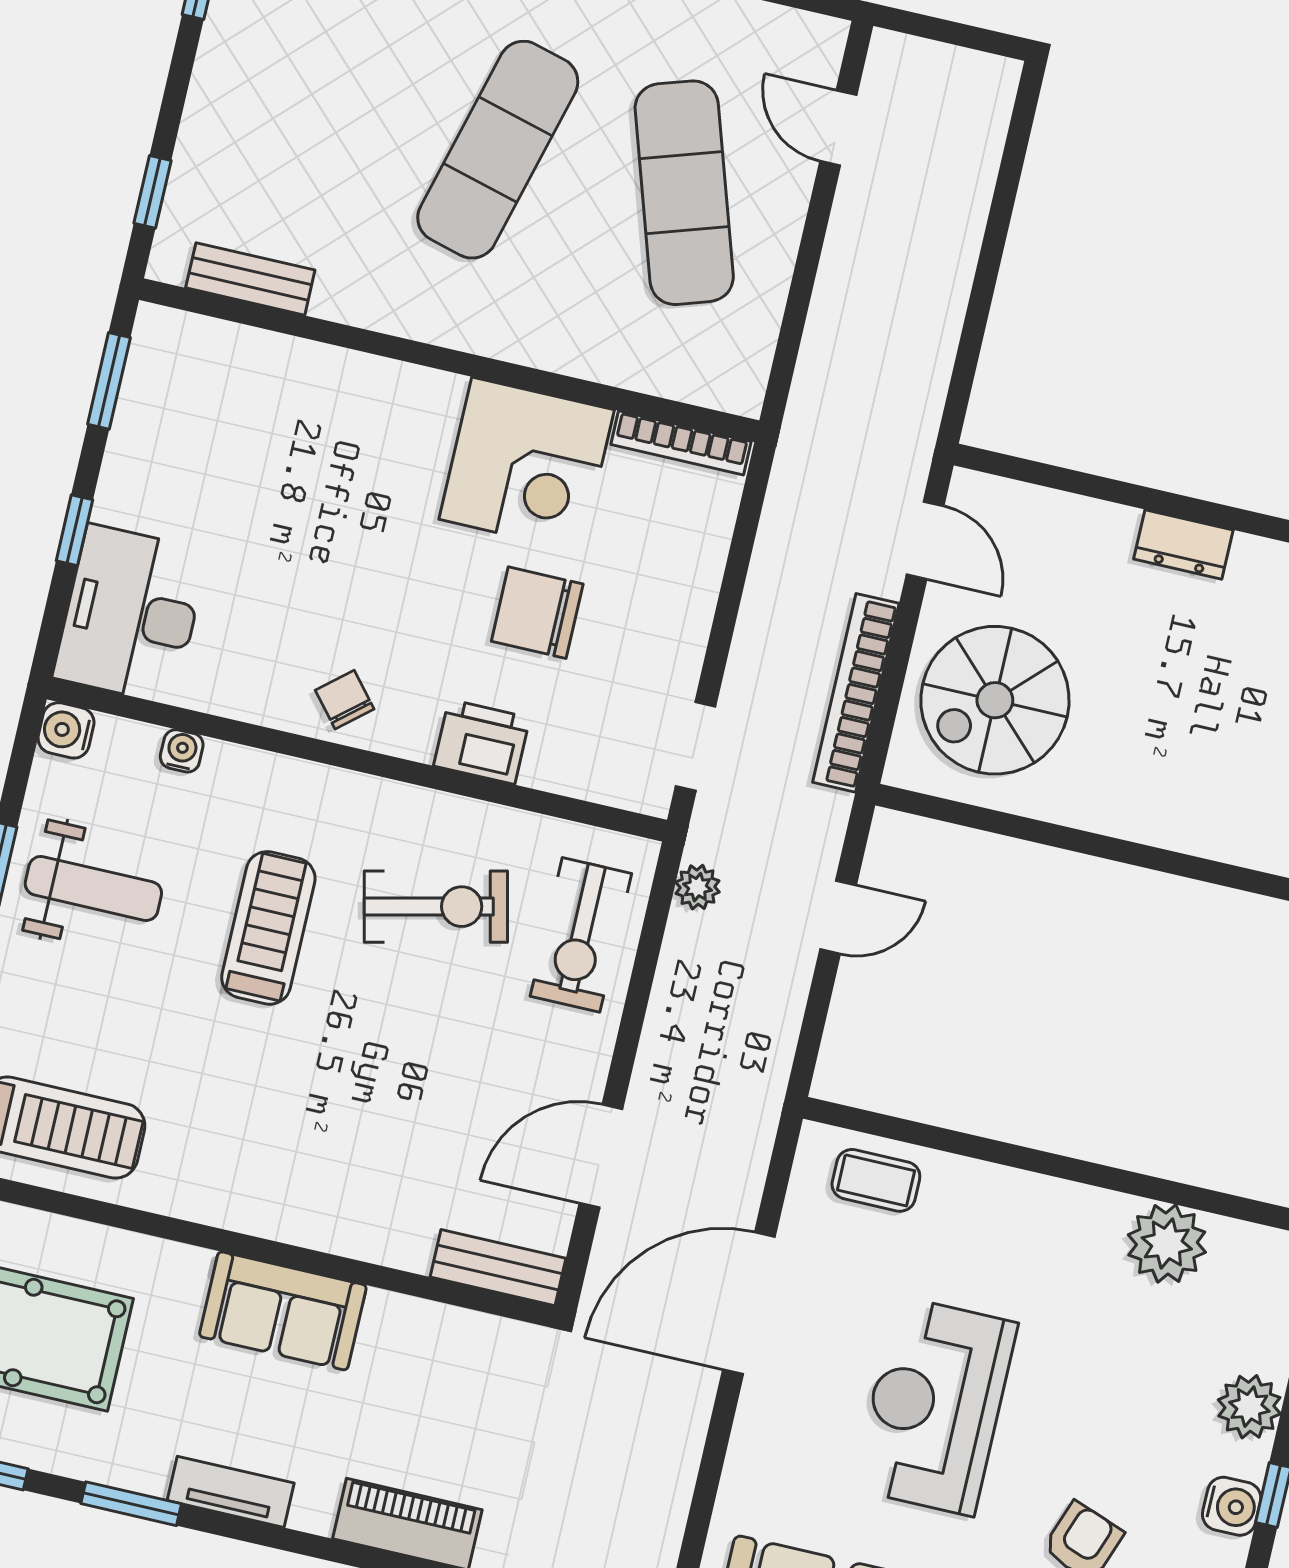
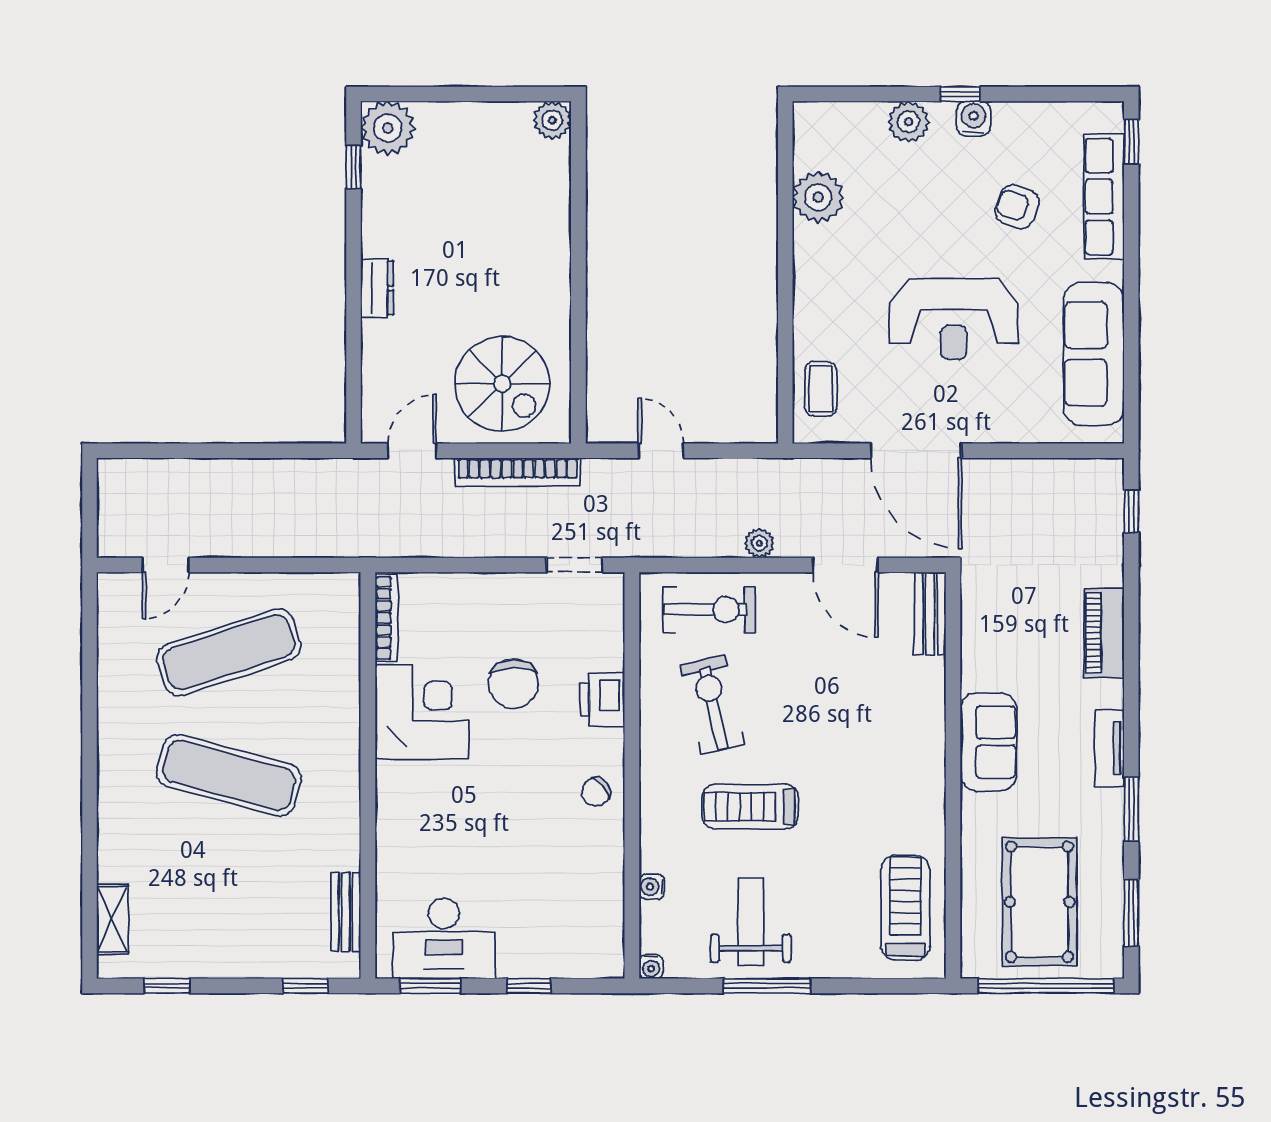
desk: (131, 614) -> (444, 938), moved
water cooler: (66, 730) -> (651, 967), width x0.72, depth x0.72
plant: (697, 887) -> (759, 543), moved

